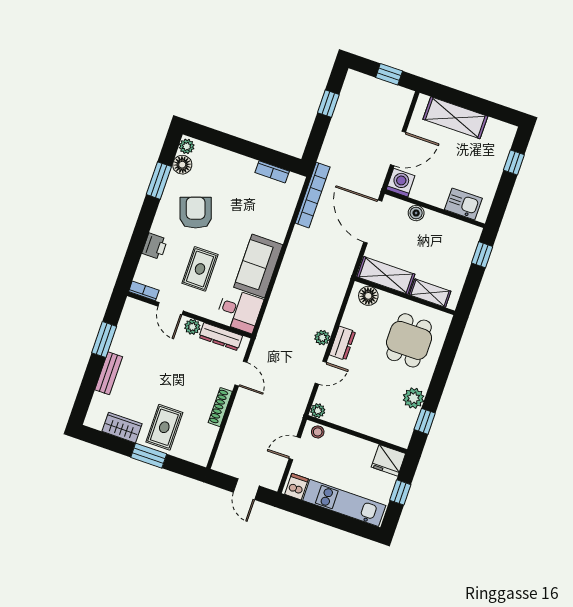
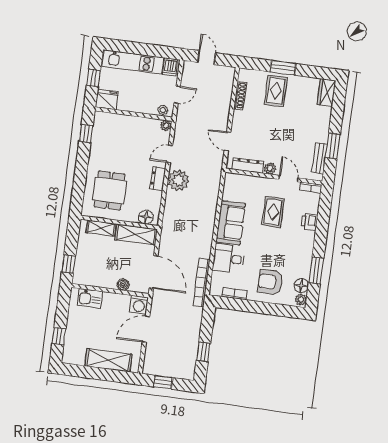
armchair: (196, 213) -> (270, 282), moved, turned 109
desk: (239, 310) -> (229, 259), moved
plant: (322, 338) -> (178, 180), width x1.87, depth x1.87
bench: (109, 373) -> (320, 158), moved
plant: (414, 398) -> (98, 149), removed
shoe rack: (220, 407) -> (240, 96), moved
wardrobe: (122, 428) -> (326, 93), moved, turned 90

